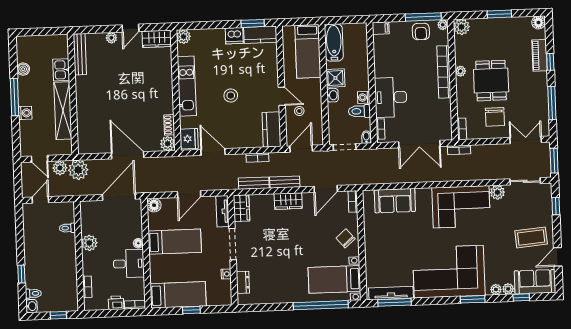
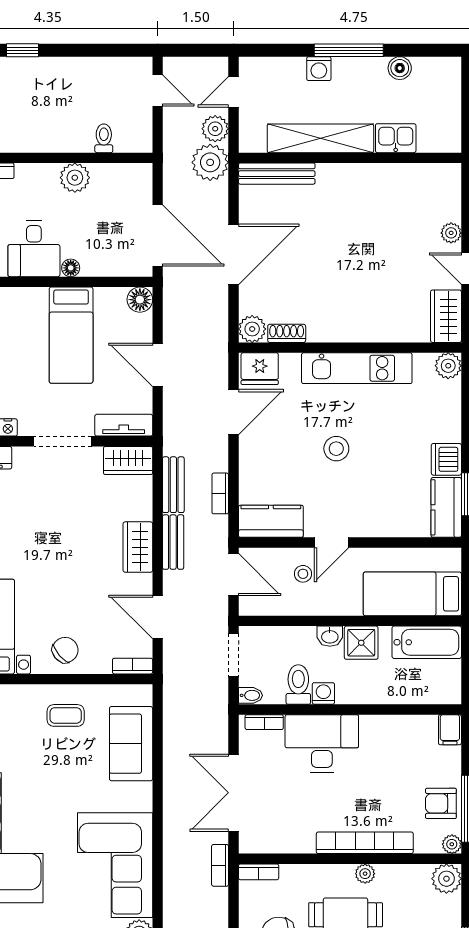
bench: (80, 54) -> (277, 174), moved
coffee table: (381, 237) -> (66, 715), added

